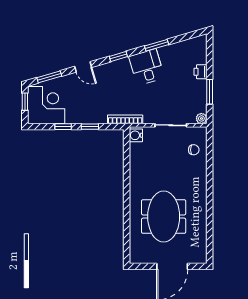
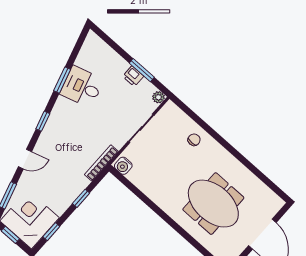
desk: (147, 67) -> (82, 87), moved
printer: (200, 72) -> (133, 76), moved
window: (63, 127) -> (51, 232), moved
chair: (194, 150) -> (194, 140), moved

